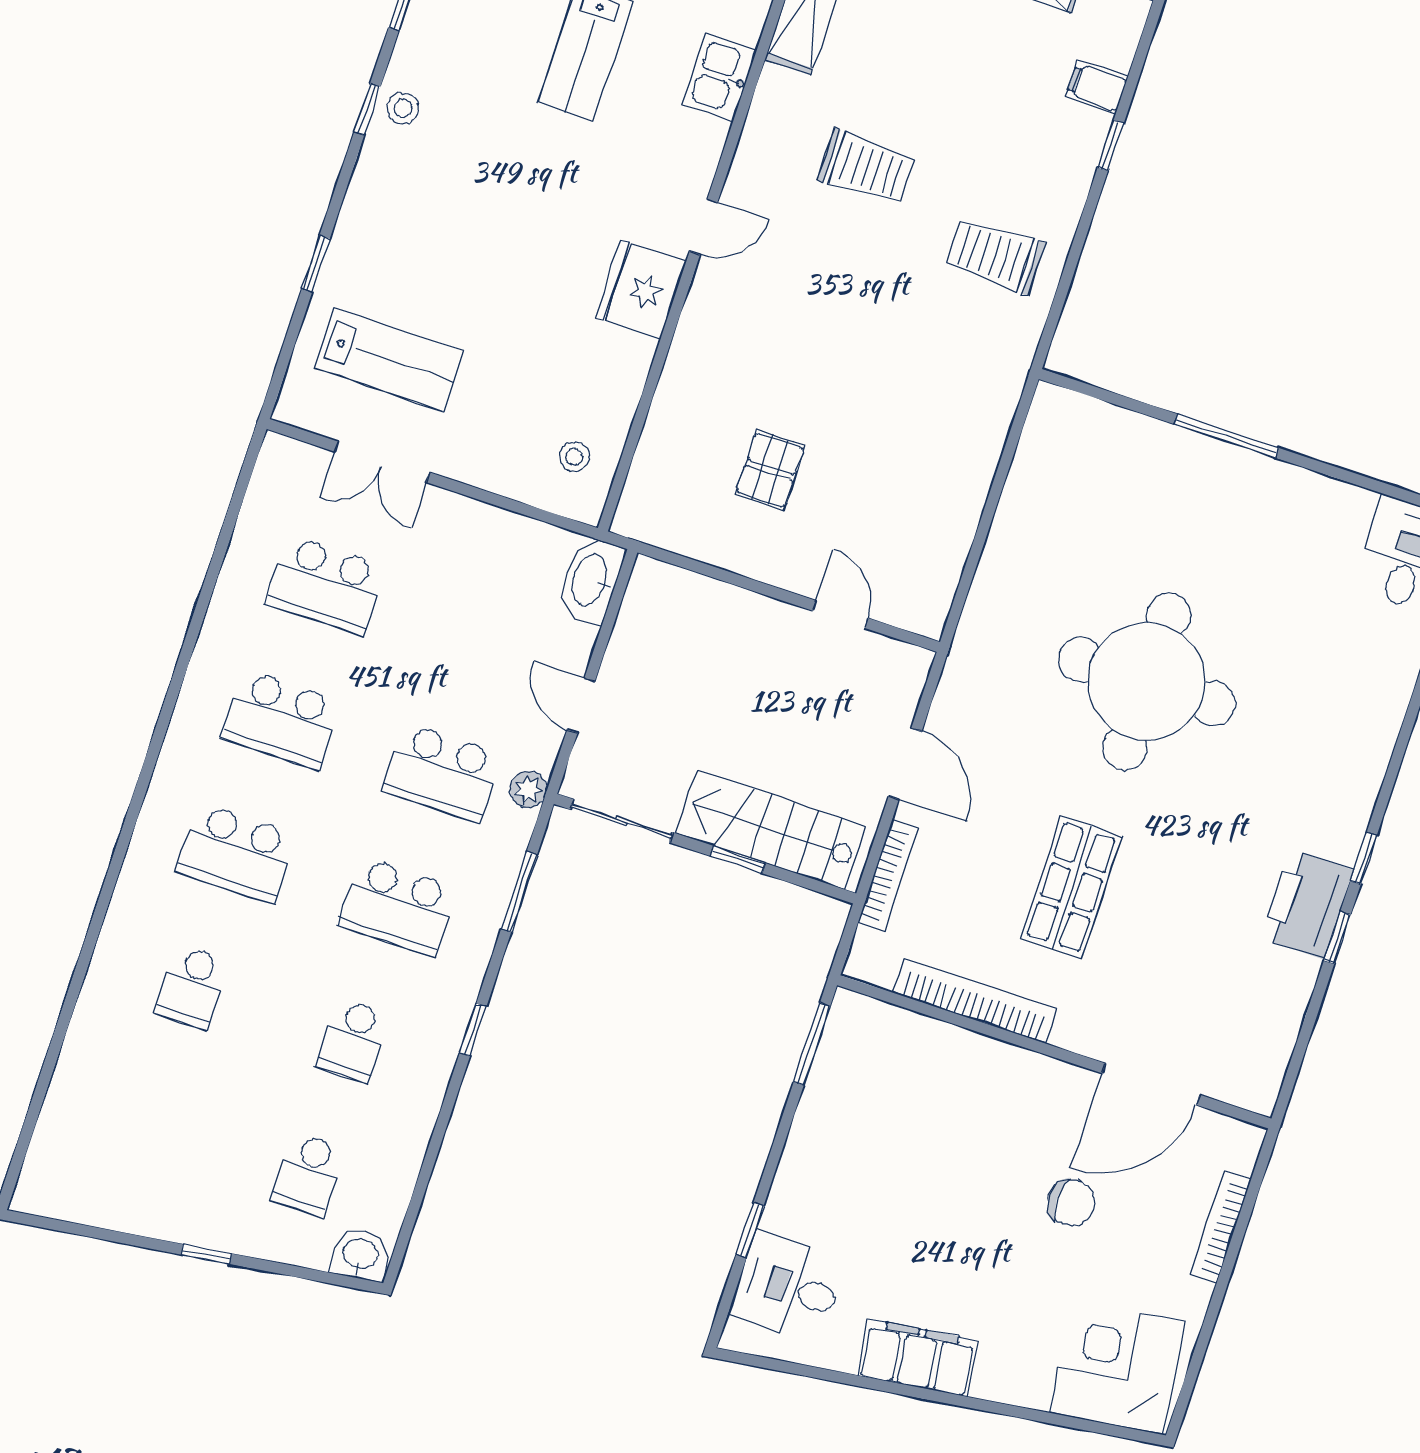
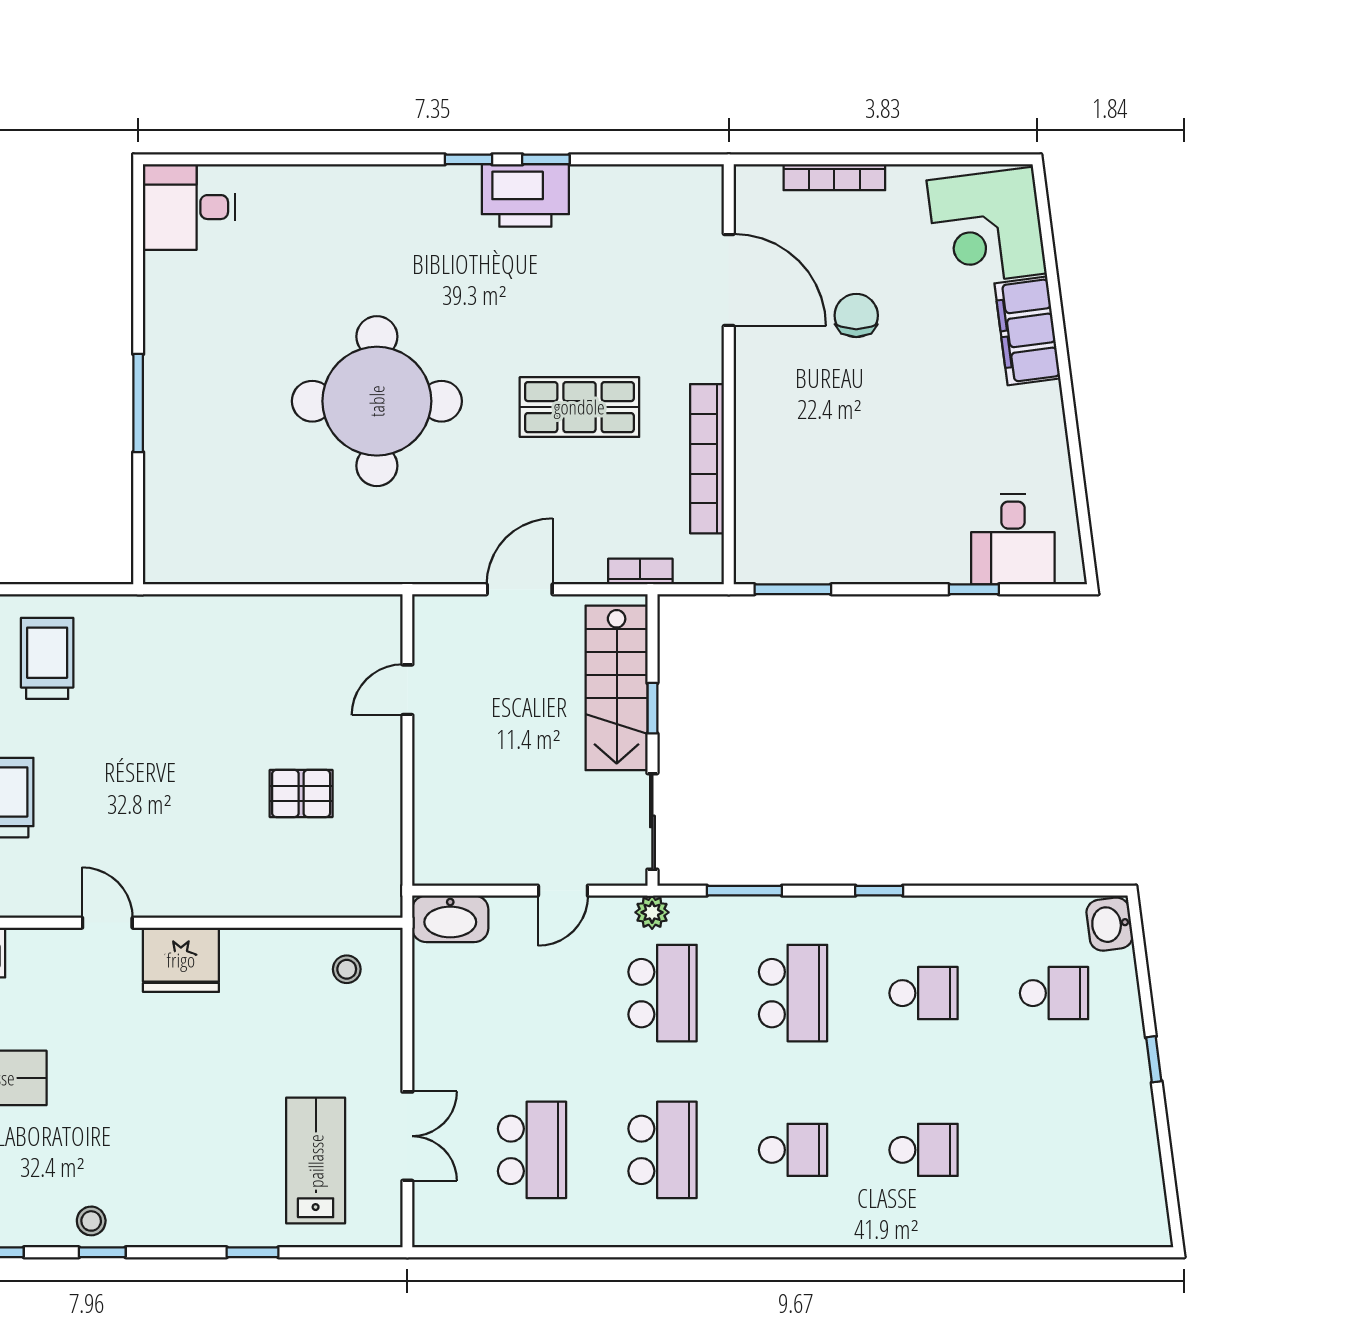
trolley: (995, 255) -> (47, 658), turned 180
school desk: (236, 853) -> (793, 1150), width x0.54
bookcase: (888, 875) -> (640, 572), width x0.64
filing cabinet: (918, 1358) -> (1027, 331), moved

